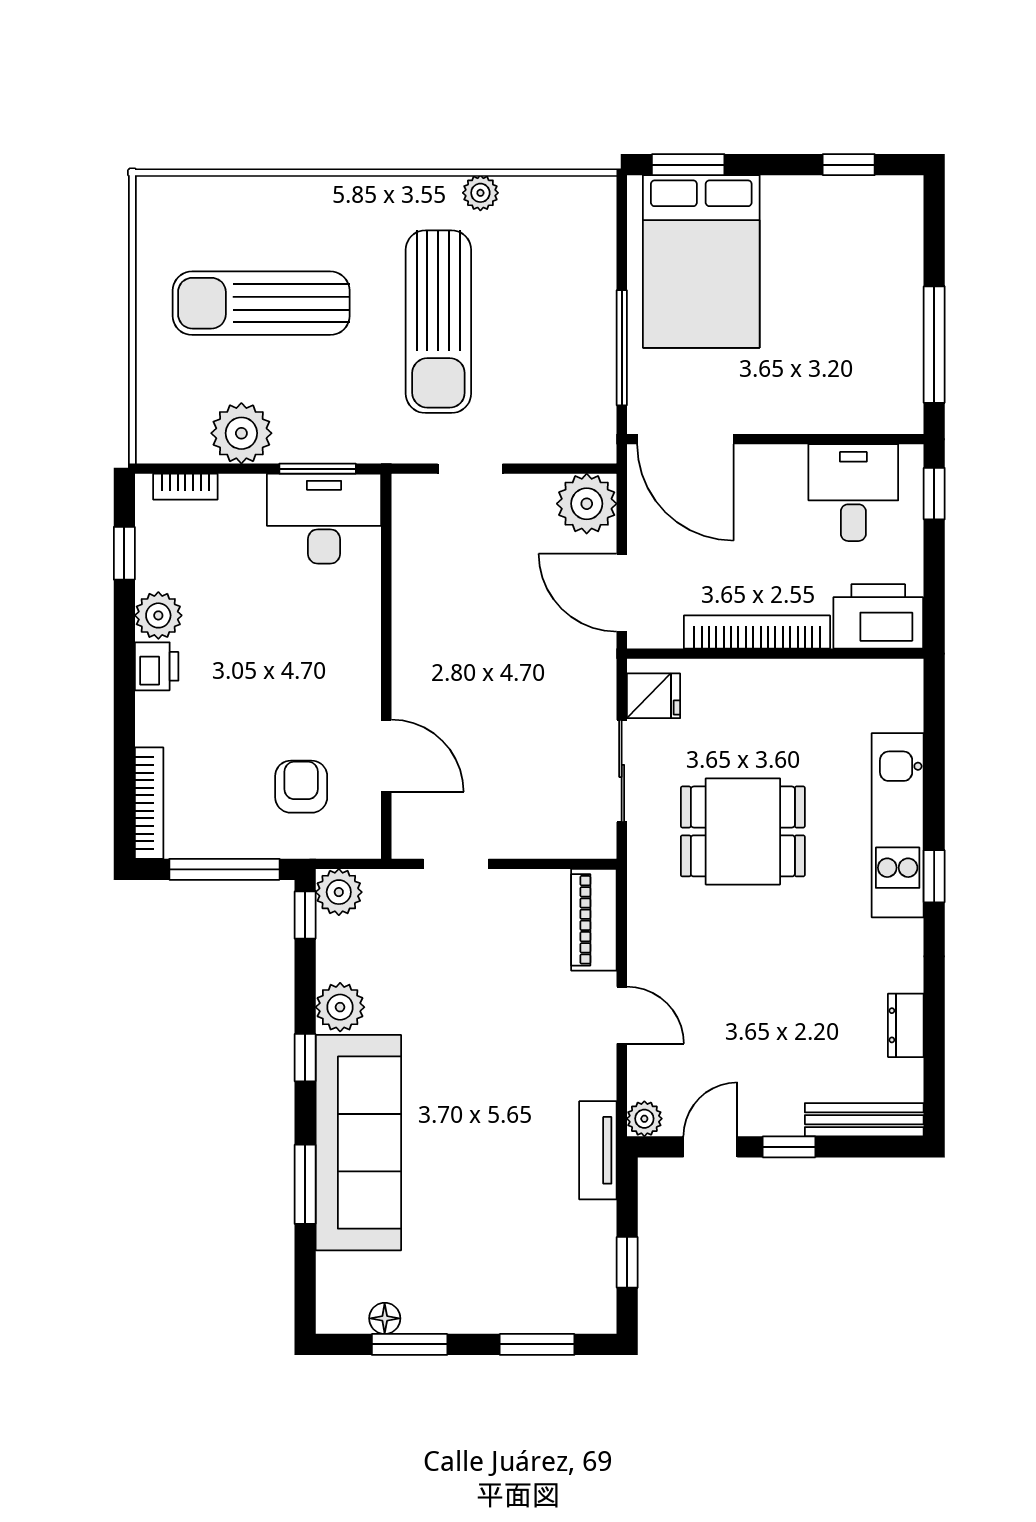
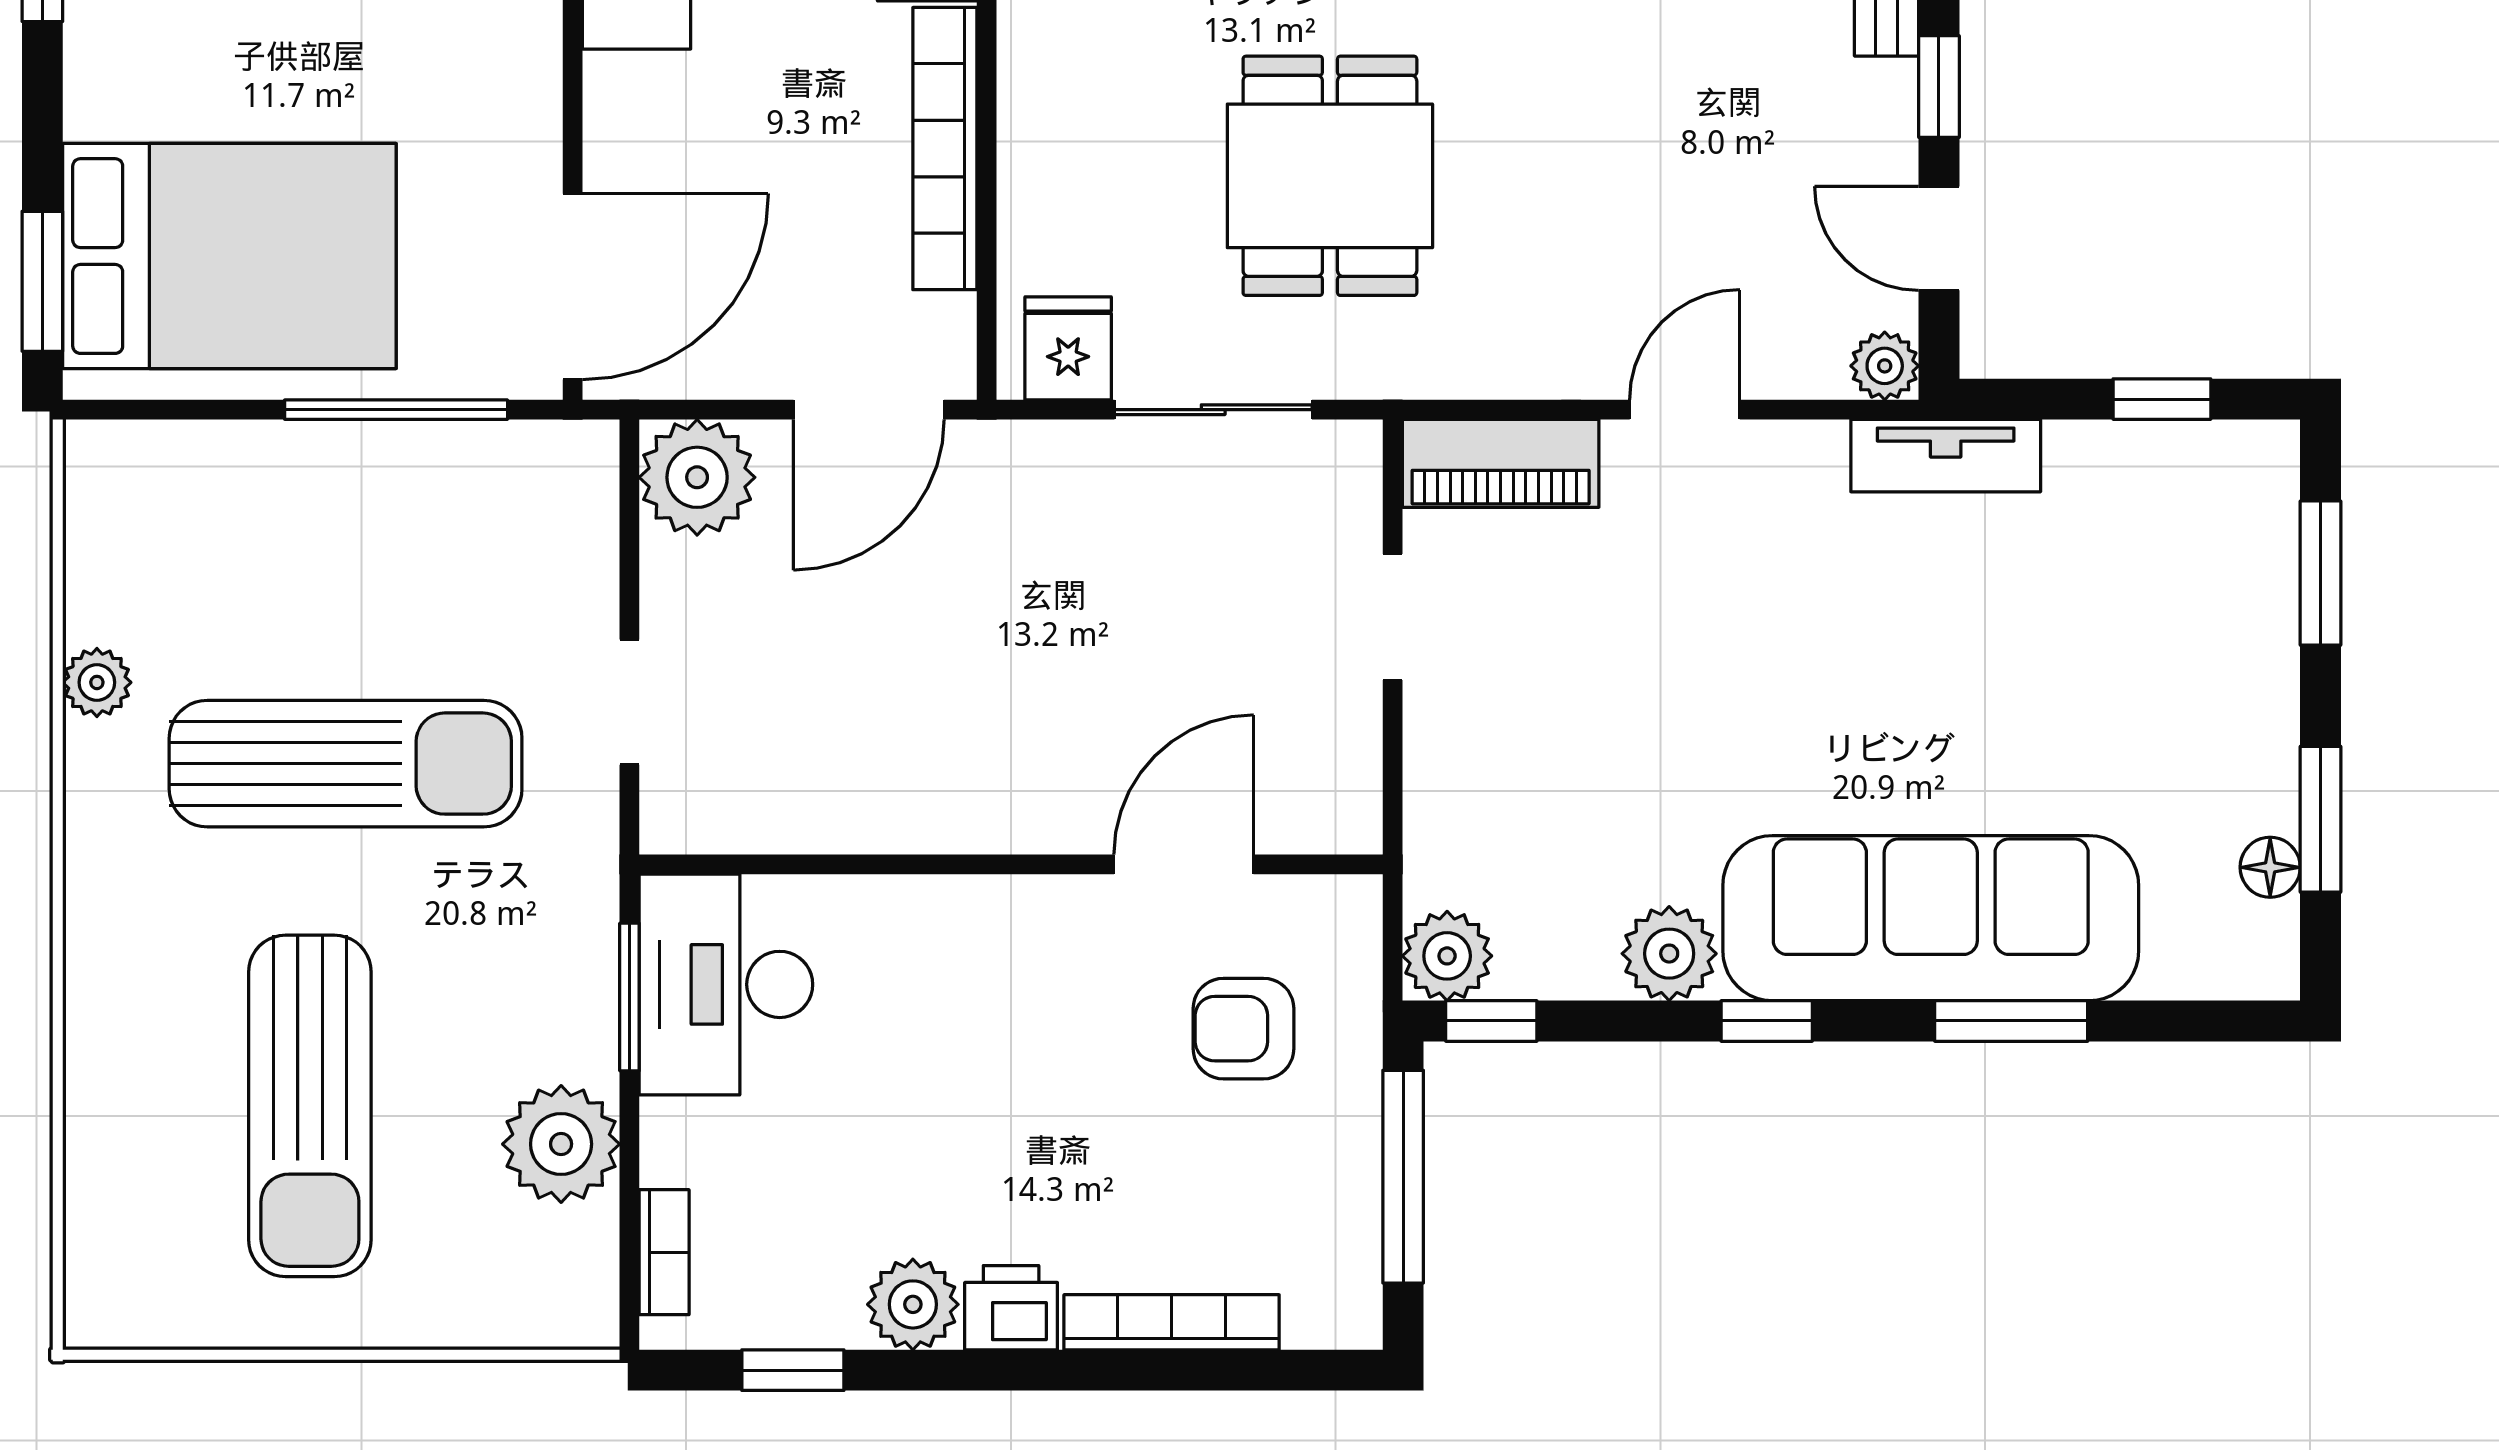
bookcase: (149, 803) -> (1172, 1322), moved
doorway: (456, 864) -> (1393, 617), moved

